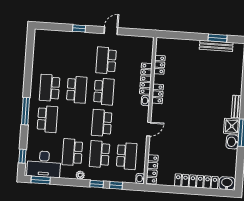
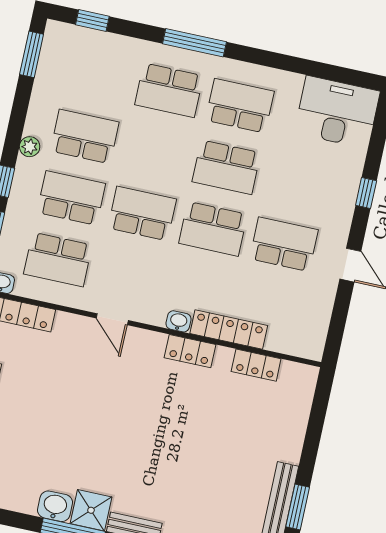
desk: (44, 164) -> (337, 112), moved, turned 90

